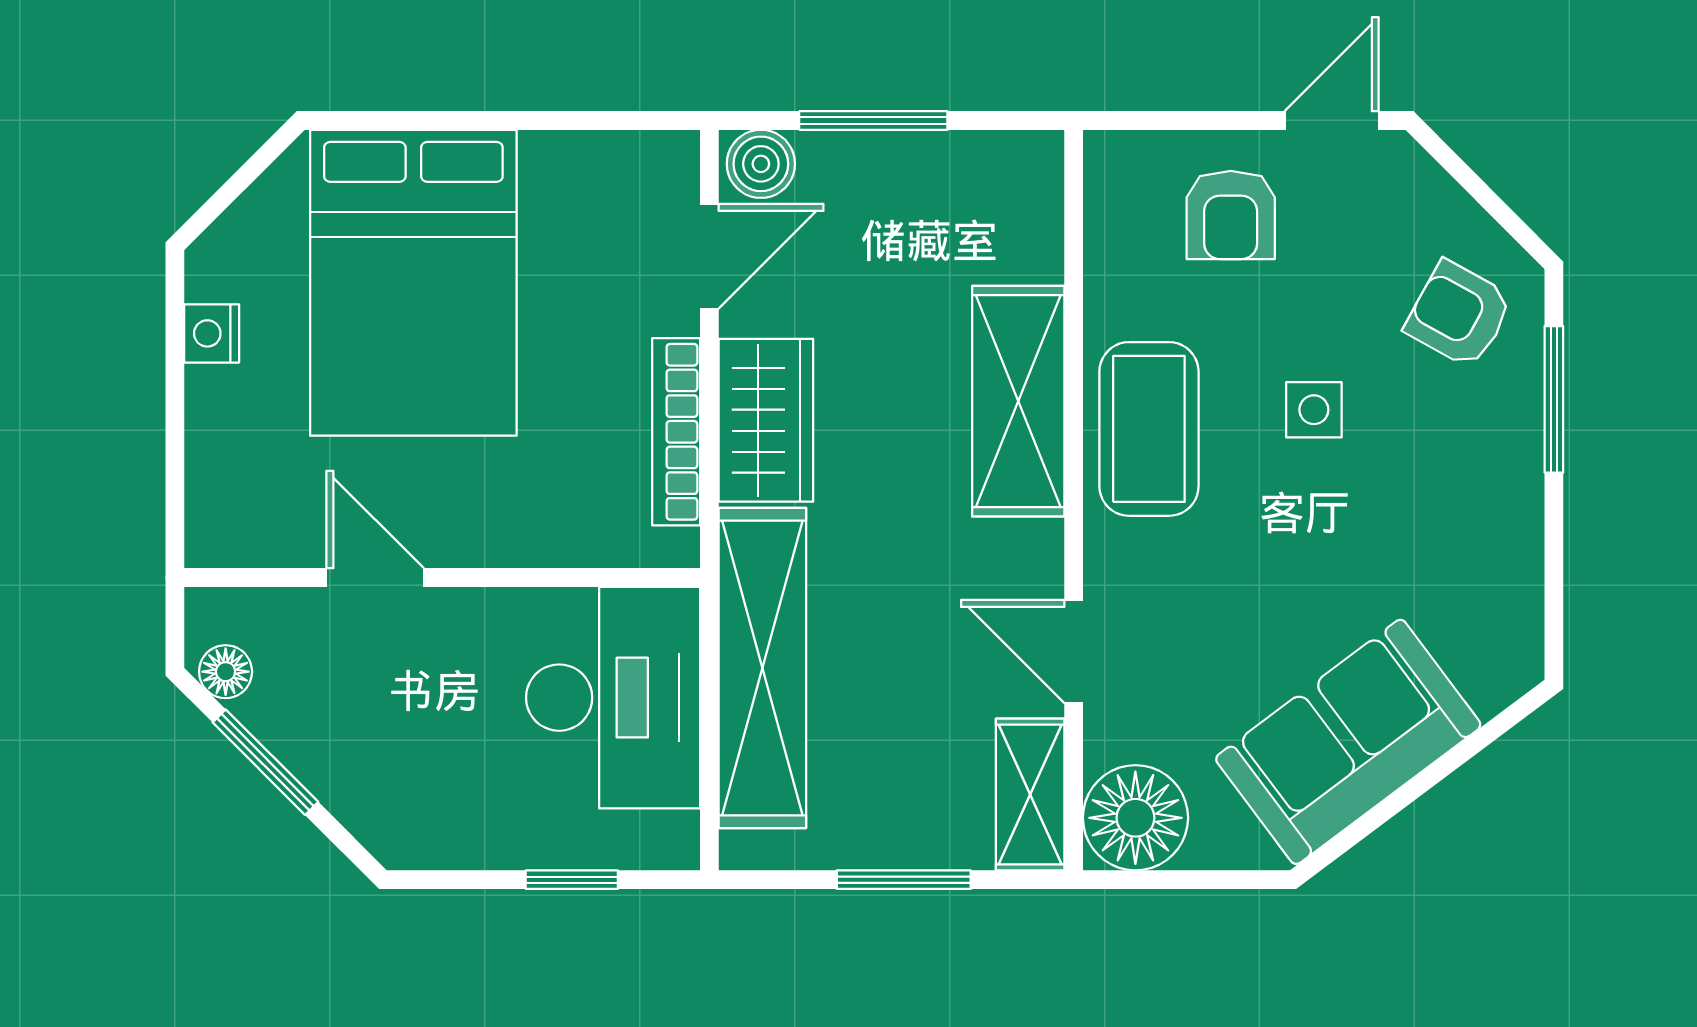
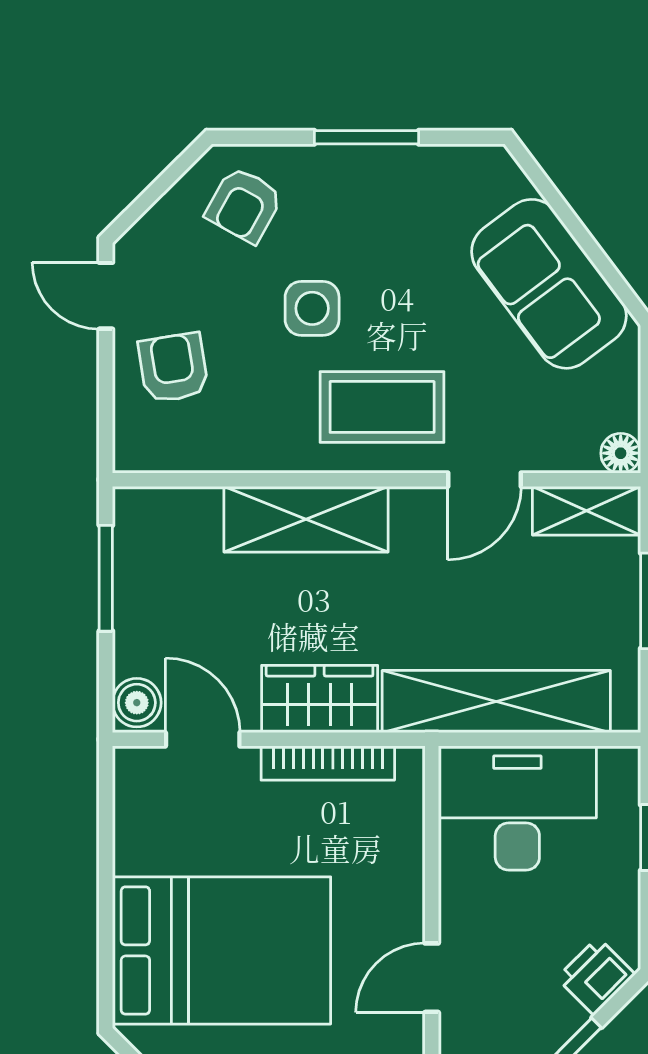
window: (873, 120) -> (106, 578), moved
armchair: (1231, 215) -> (173, 368), turned -99
window: (1554, 399) -> (367, 137), moved
side table: (1314, 410) -> (312, 308), width x1.37, depth x1.37
coffee table: (1149, 429) -> (382, 407), moved
printer: (377, 808) -> (596, 976), added
floor lamp: (1135, 818) -> (621, 453), width x0.53, depth x0.53

